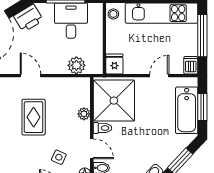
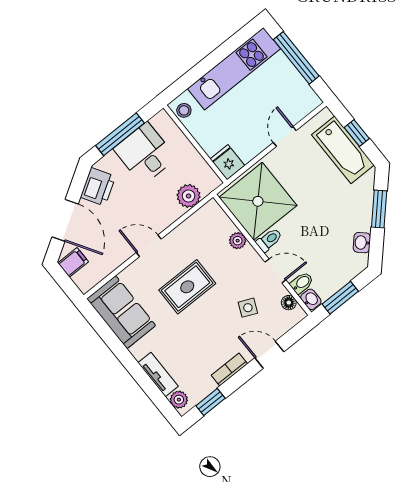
dishwasher: (191, 65) -> (309, 99), removed
window: (202, 107) -> (357, 133), width x0.67
rug: (34, 117) -> (187, 287), turned 90

